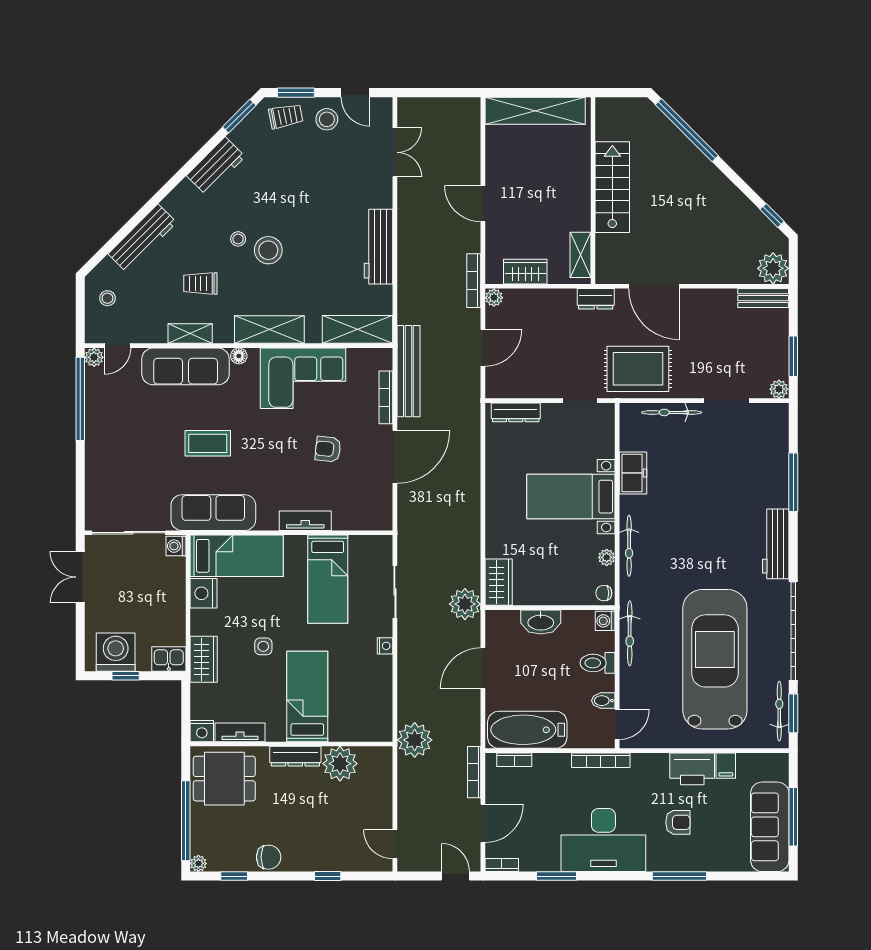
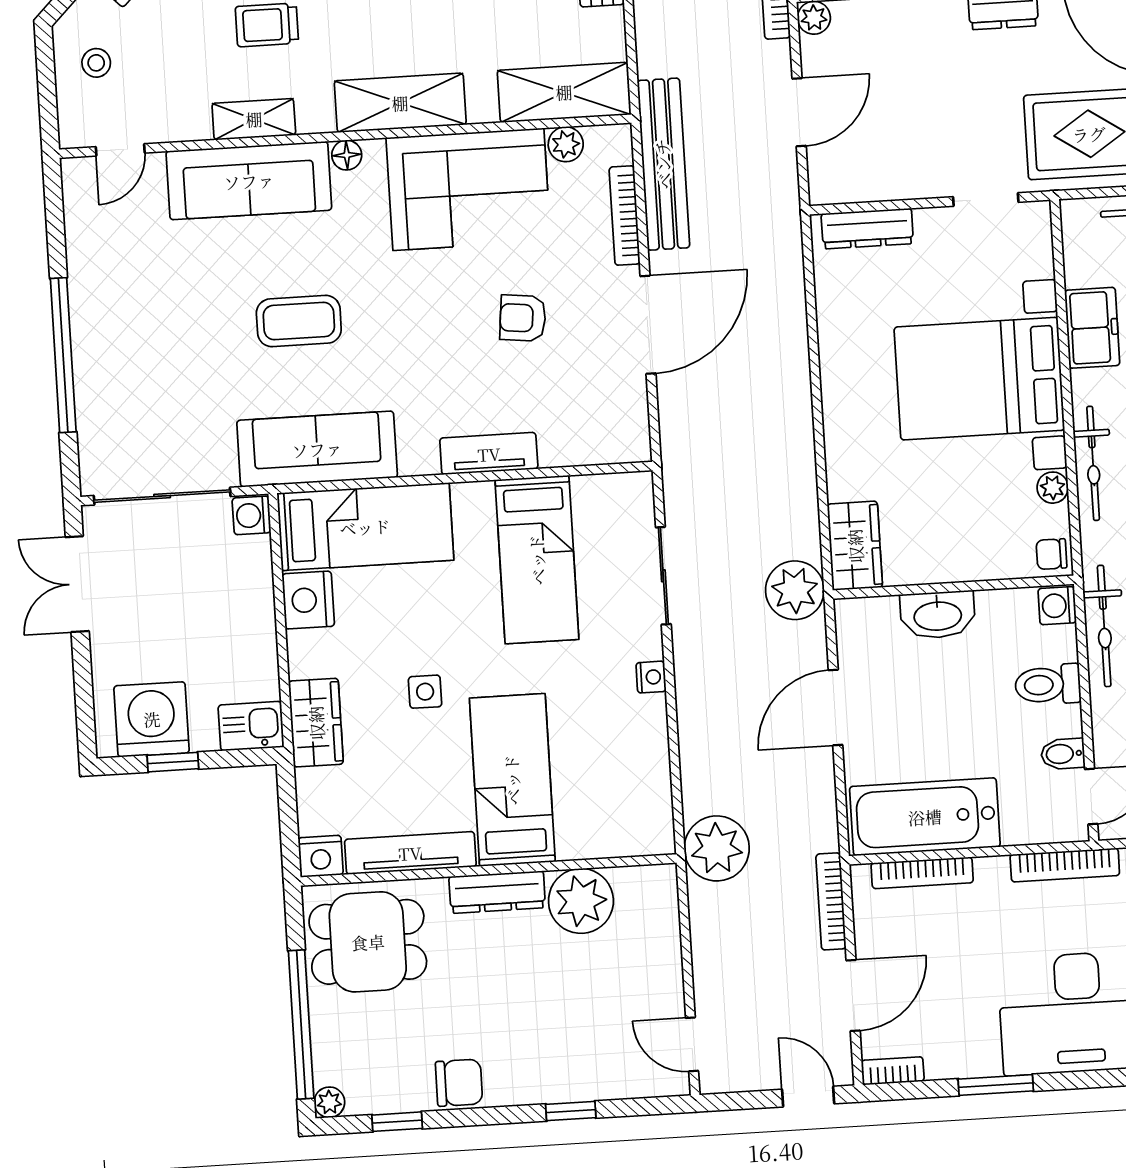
plant: (94, 357) -> (566, 144), moved
window: (80, 399) -> (63, 355), moved
bed with nightstands: (571, 497) -> (979, 379), width x1.36
tv unit: (240, 732) -> (410, 853), width x1.41
bookcase: (514, 760) -> (922, 873), width x1.56

